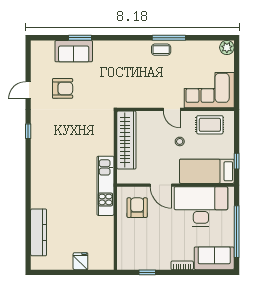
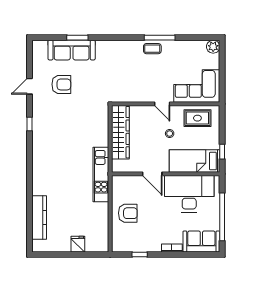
sofa: (74, 51) -> (72, 50), width x1.36
armchair: (137, 208) -> (128, 213), moved, turned 90

